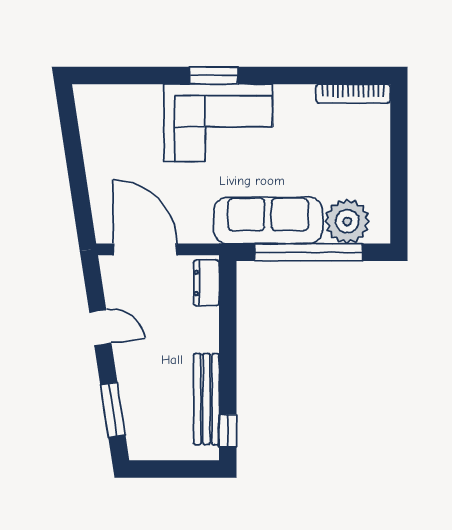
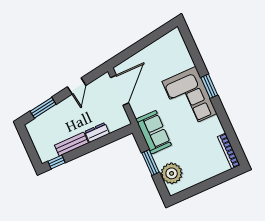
sofa: (268, 221) -> (154, 132), width x0.73
window: (309, 252) -> (150, 163), width x0.47
dresser: (206, 283) -> (97, 133), moved
bench: (206, 399) -> (71, 144), width x0.73

